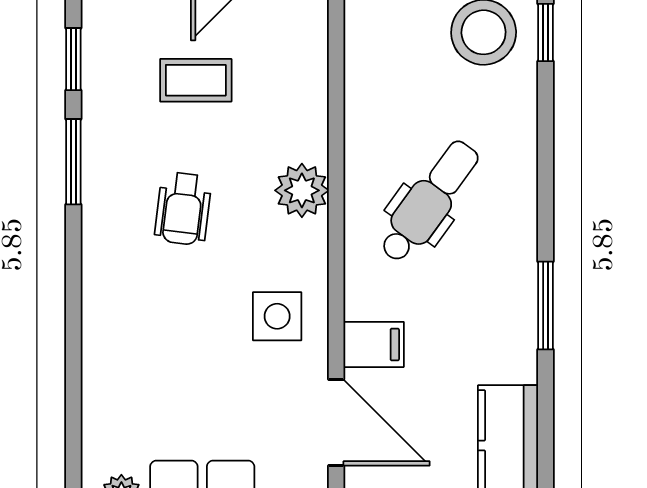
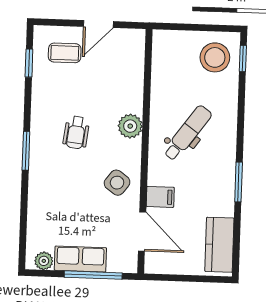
coffee table: (196, 80) -> (65, 53), moved
window: (73, 162) -> (26, 151), moved
side table: (277, 316) -> (117, 183), turned 37

